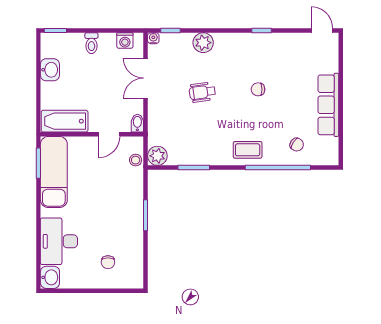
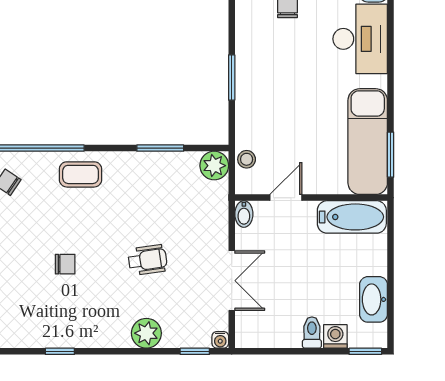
washing machine: (125, 41) -> (335, 336), moved
washbasin: (50, 70) -> (374, 299), width x1.38

